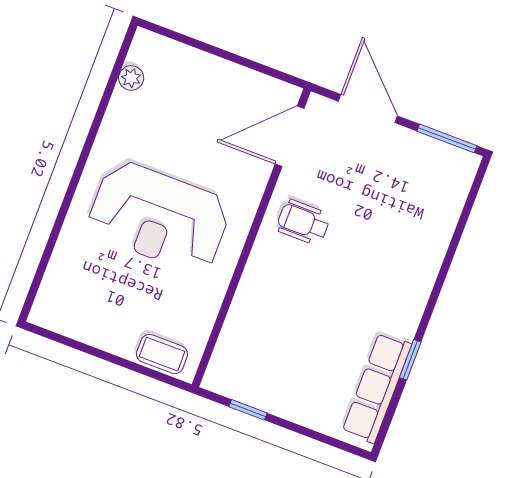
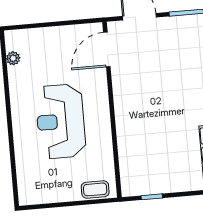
reception desk: (159, 217) -> (61, 121), turned 90
wheelchair: (303, 222) -> (134, 89), removed

